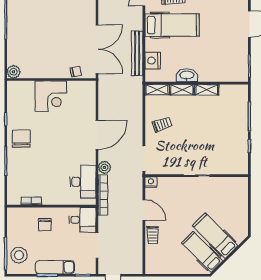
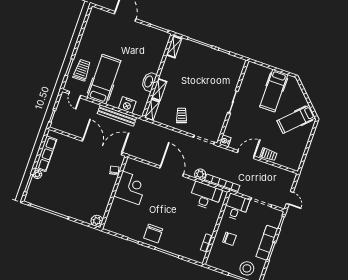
shelving: (207, 90) -> (174, 47), moved
corner desk: (51, 96) -> (131, 188), moved
chair: (21, 139) -> (153, 234), turned -90
hospital bed: (215, 236) -> (274, 91), moved, turned -45

